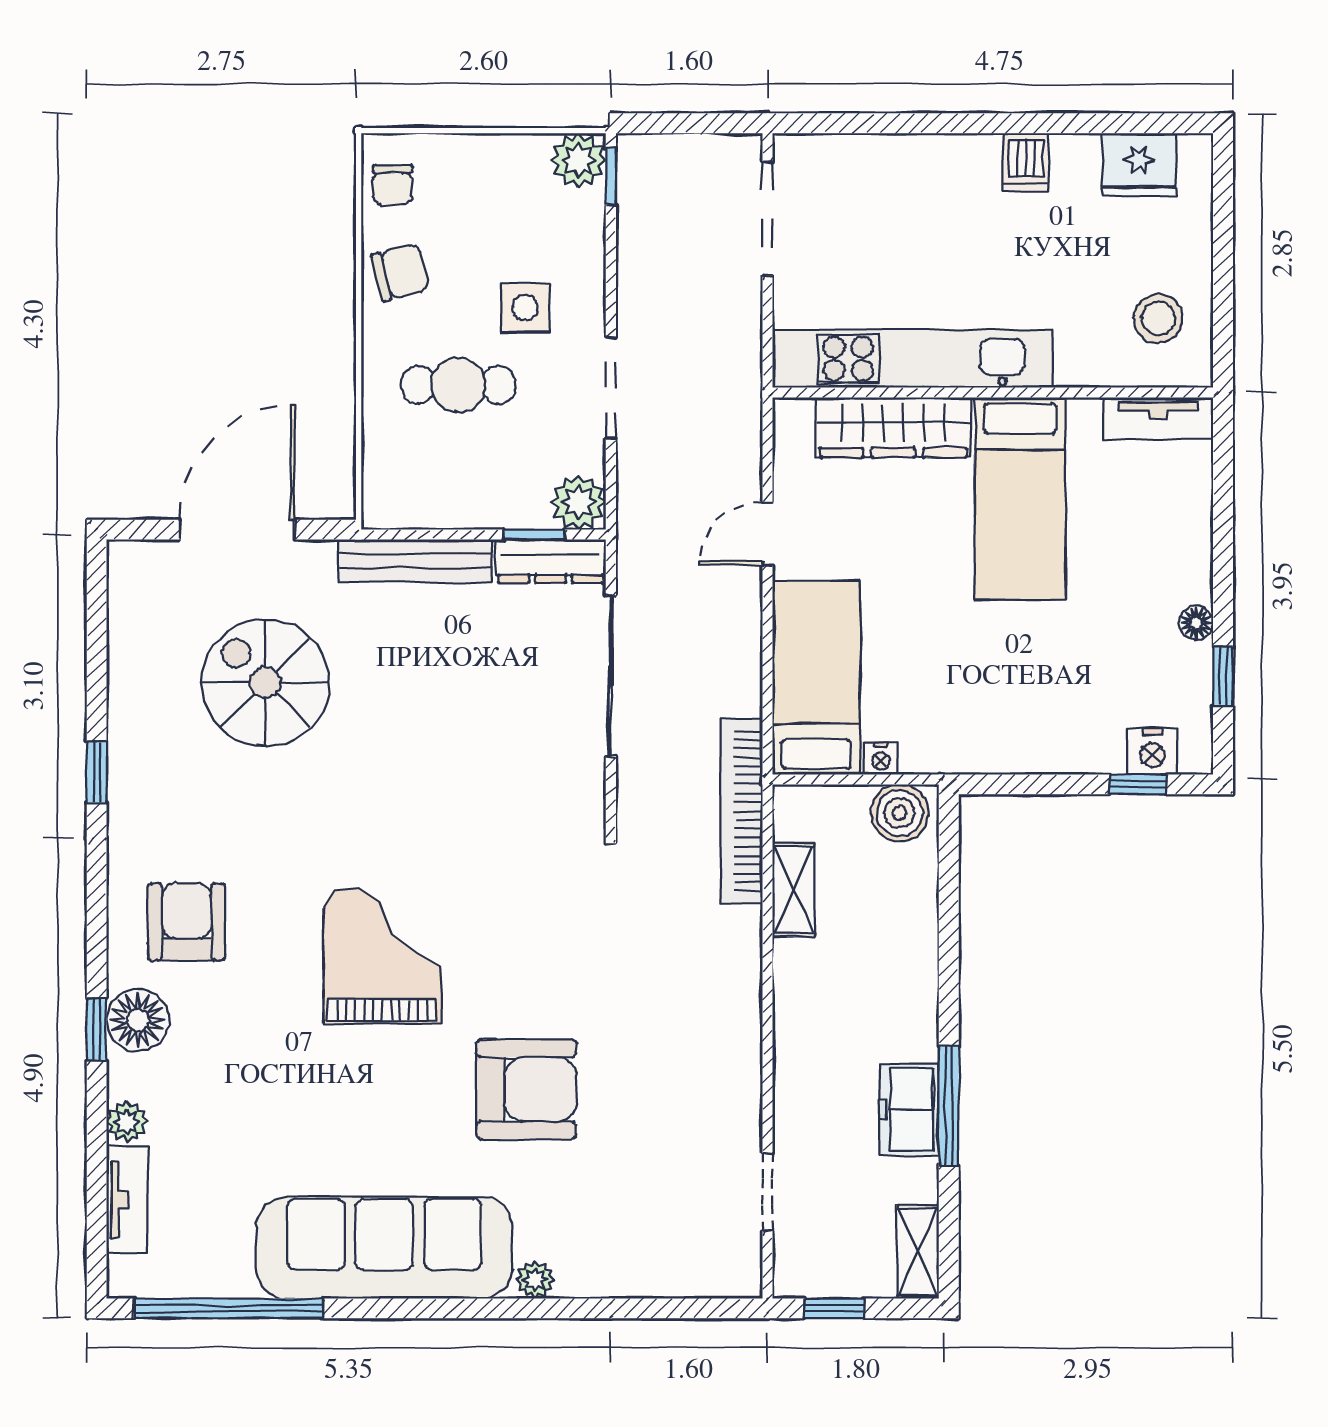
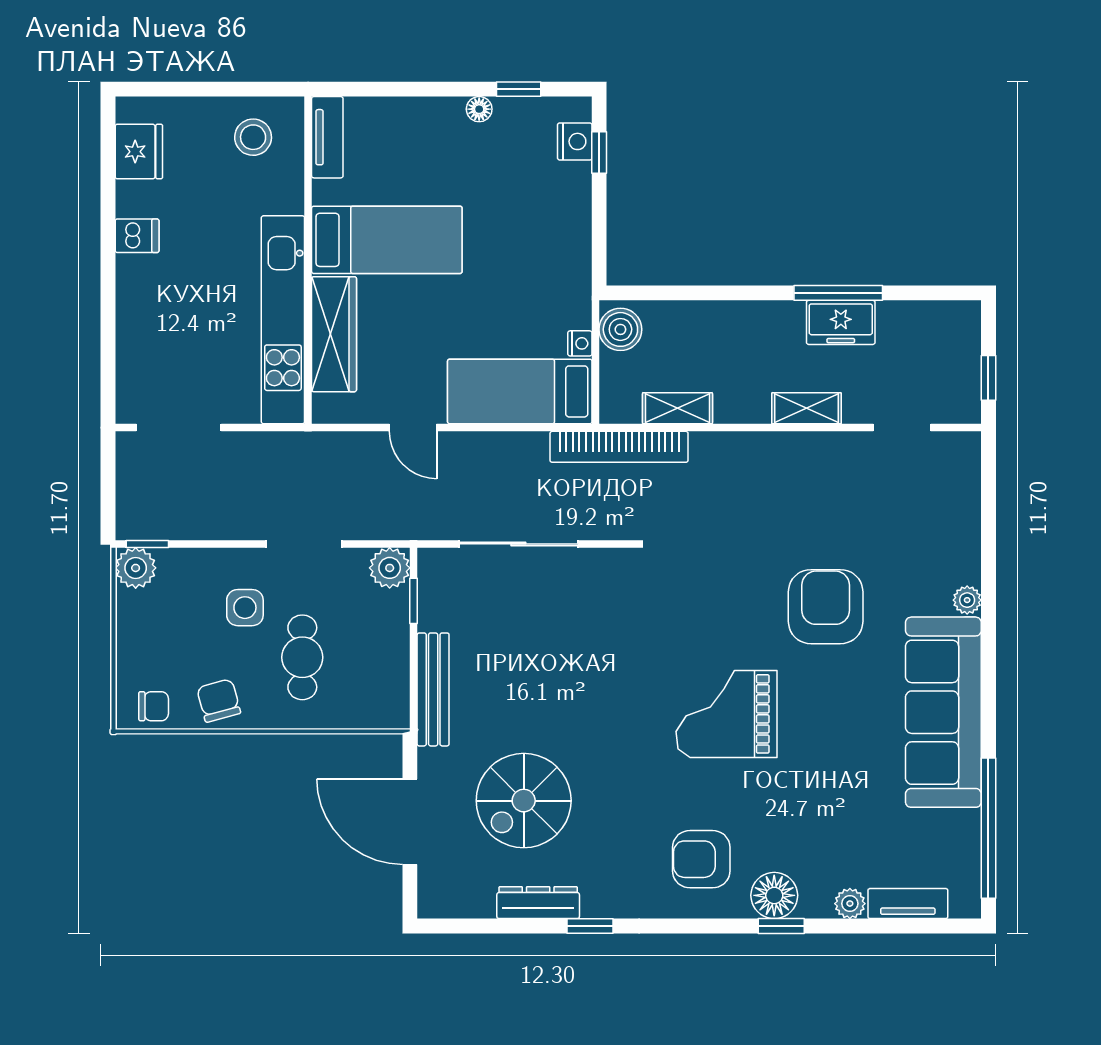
dresser: (551, 561) -> (538, 903), moved, turned -90
shelving: (918, 1252) -> (807, 408), moved

